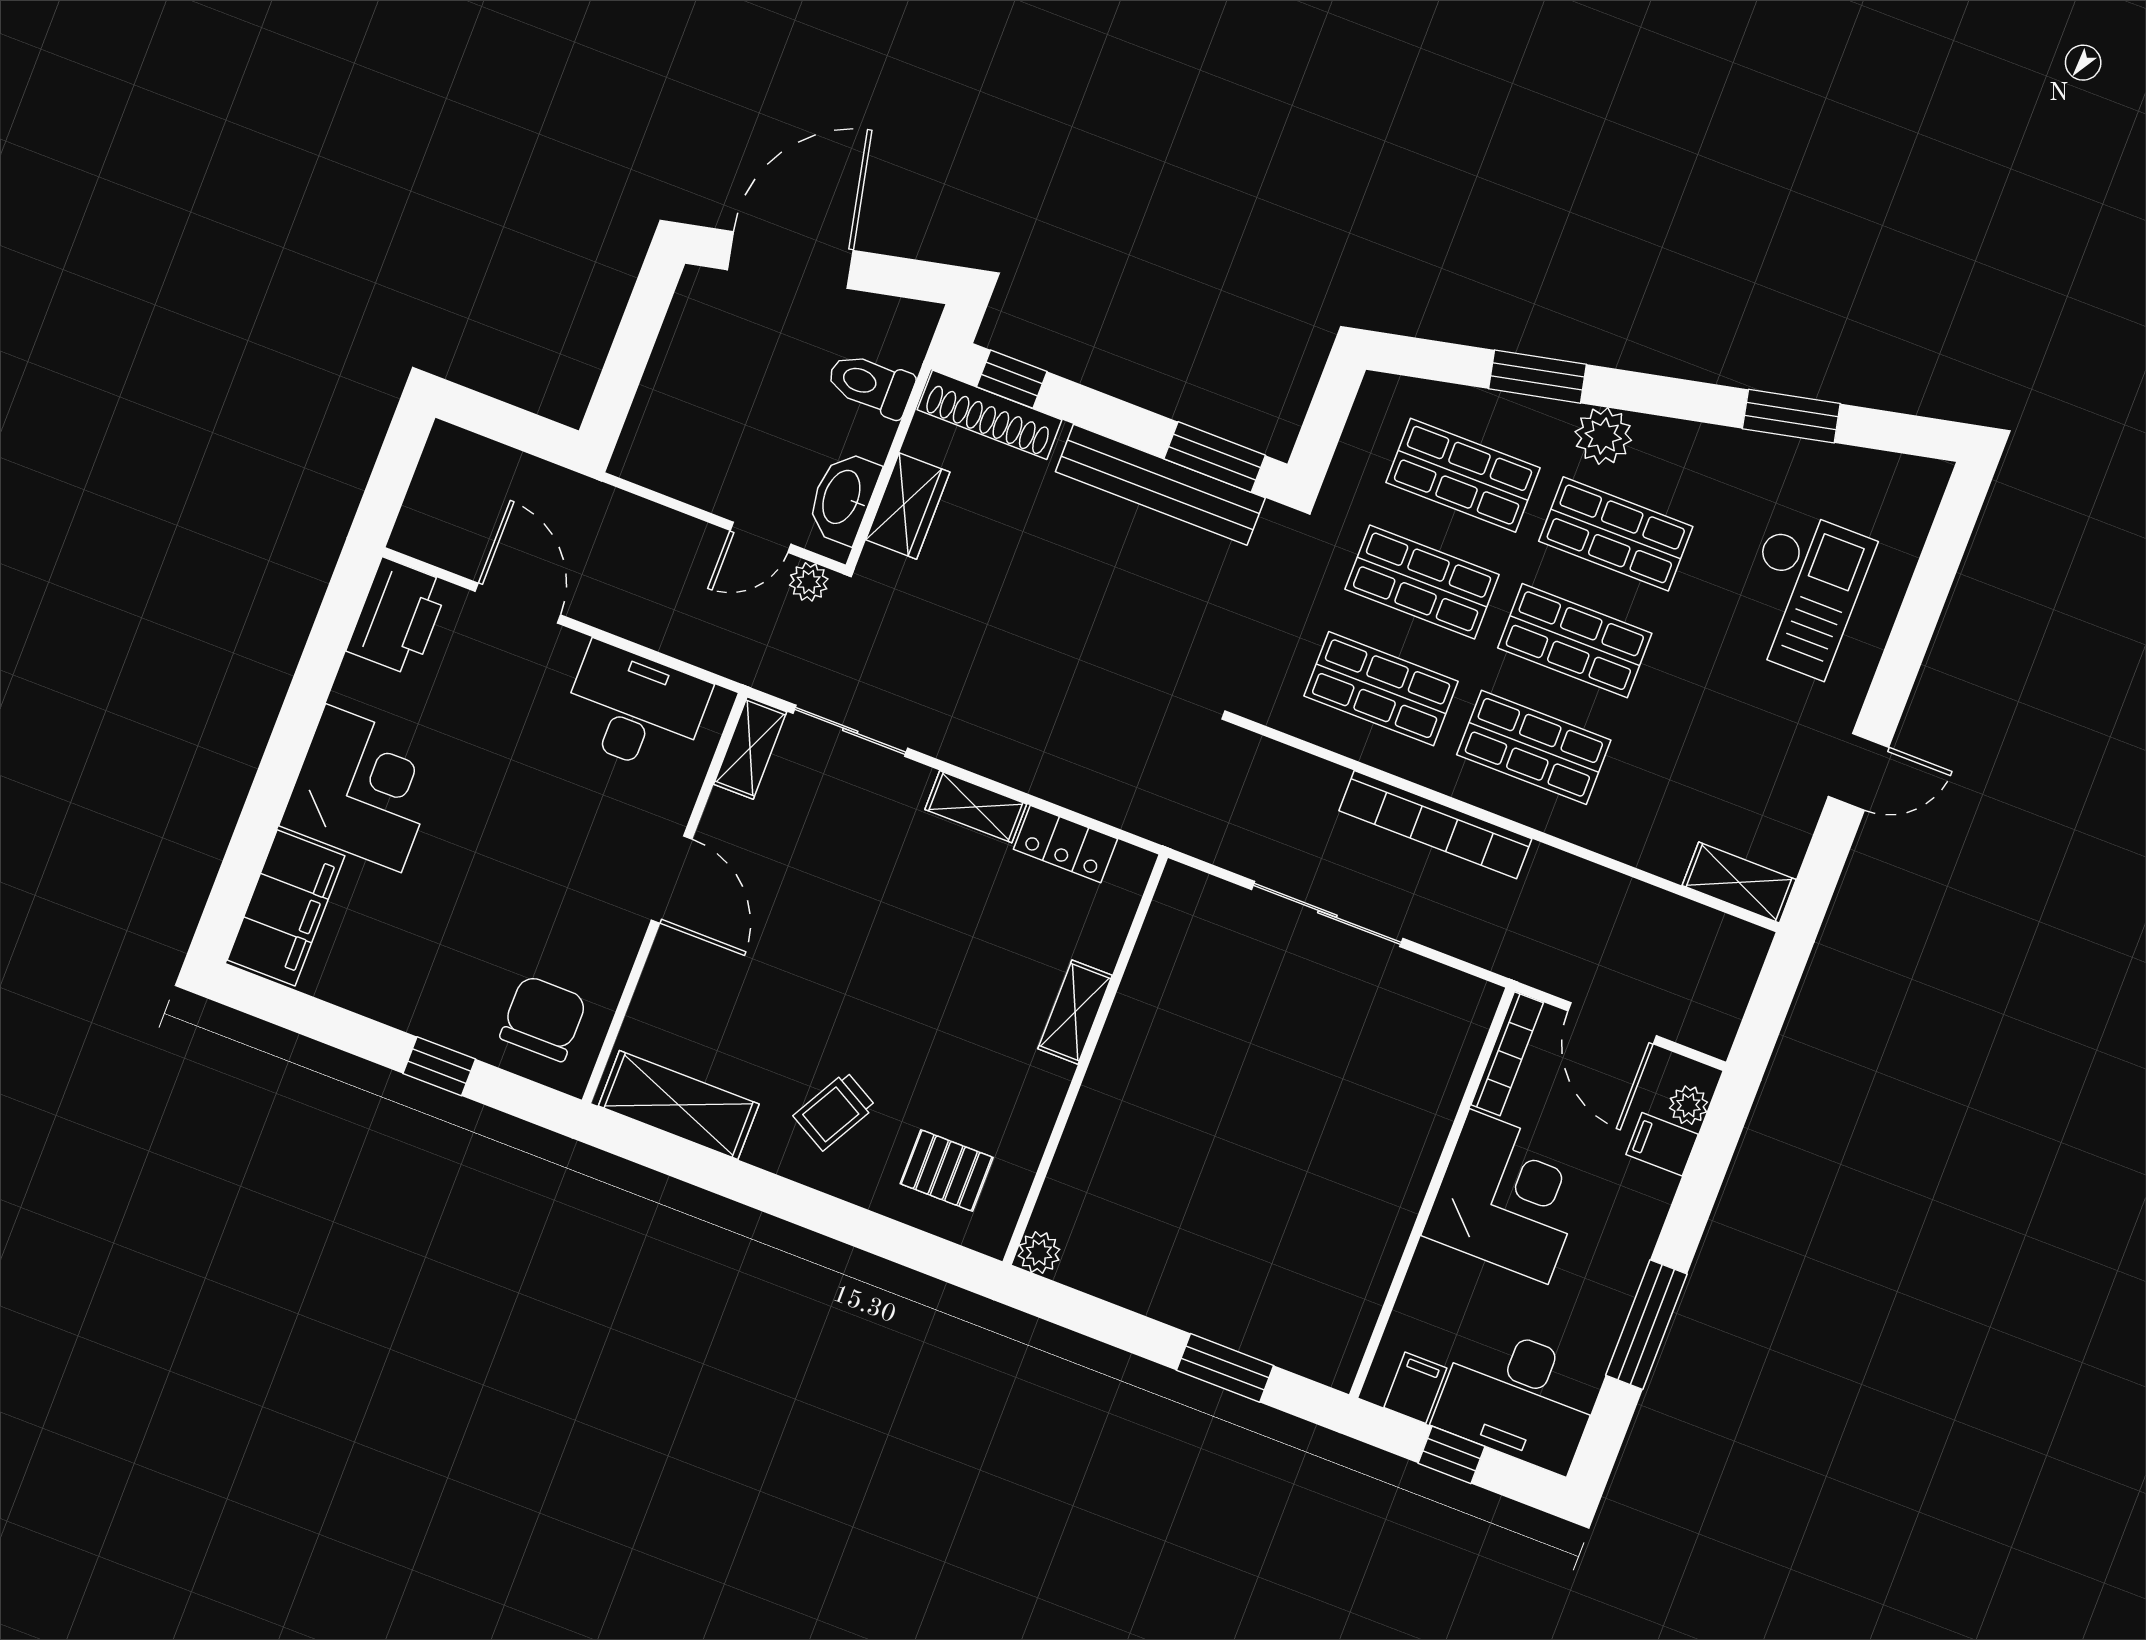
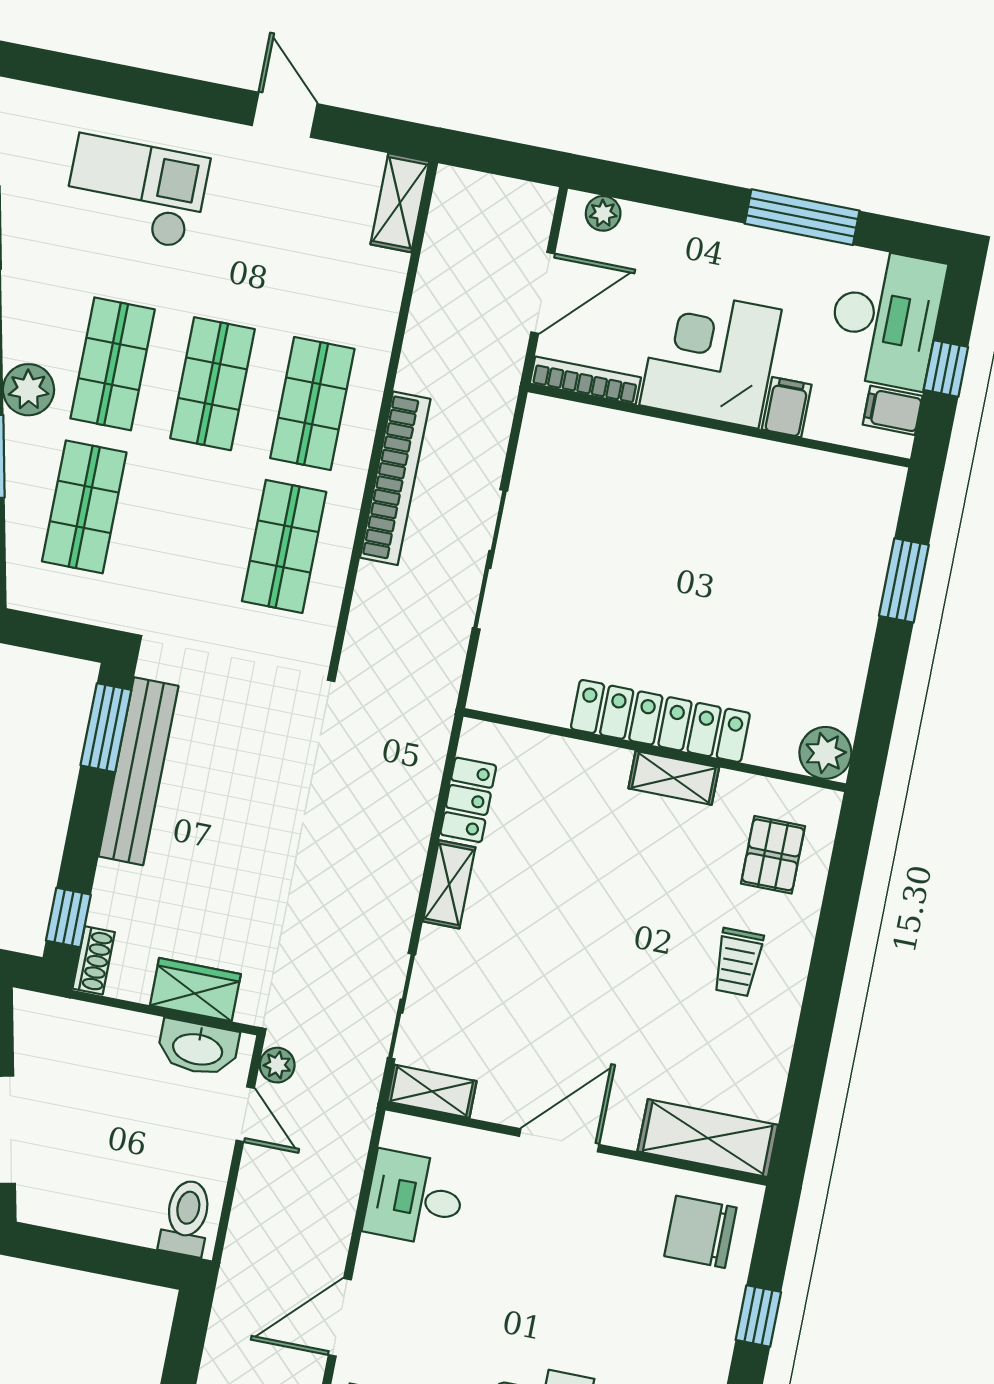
toilet: (871, 384) -> (186, 1218), moved, turned 180
shoe rack: (990, 415) -> (94, 960), width x0.51, depth x0.81
shop shelf: (1422, 582) -> (184, 527), removed
desk: (635, 709) -> (415, 1198), width x0.73
shelving: (1075, 1012) -> (674, 778), moved
locker: (1116, 1072) -> (660, 721), added
shelving: (679, 1105) -> (708, 1138), moved, turned 90
trolley: (835, 1111) -> (738, 962), turned 61
filing cabinet: (1662, 1144) -> (787, 407), moved, turned 180
plant: (1039, 1253) -> (825, 753), width x1.38, depth x1.38

